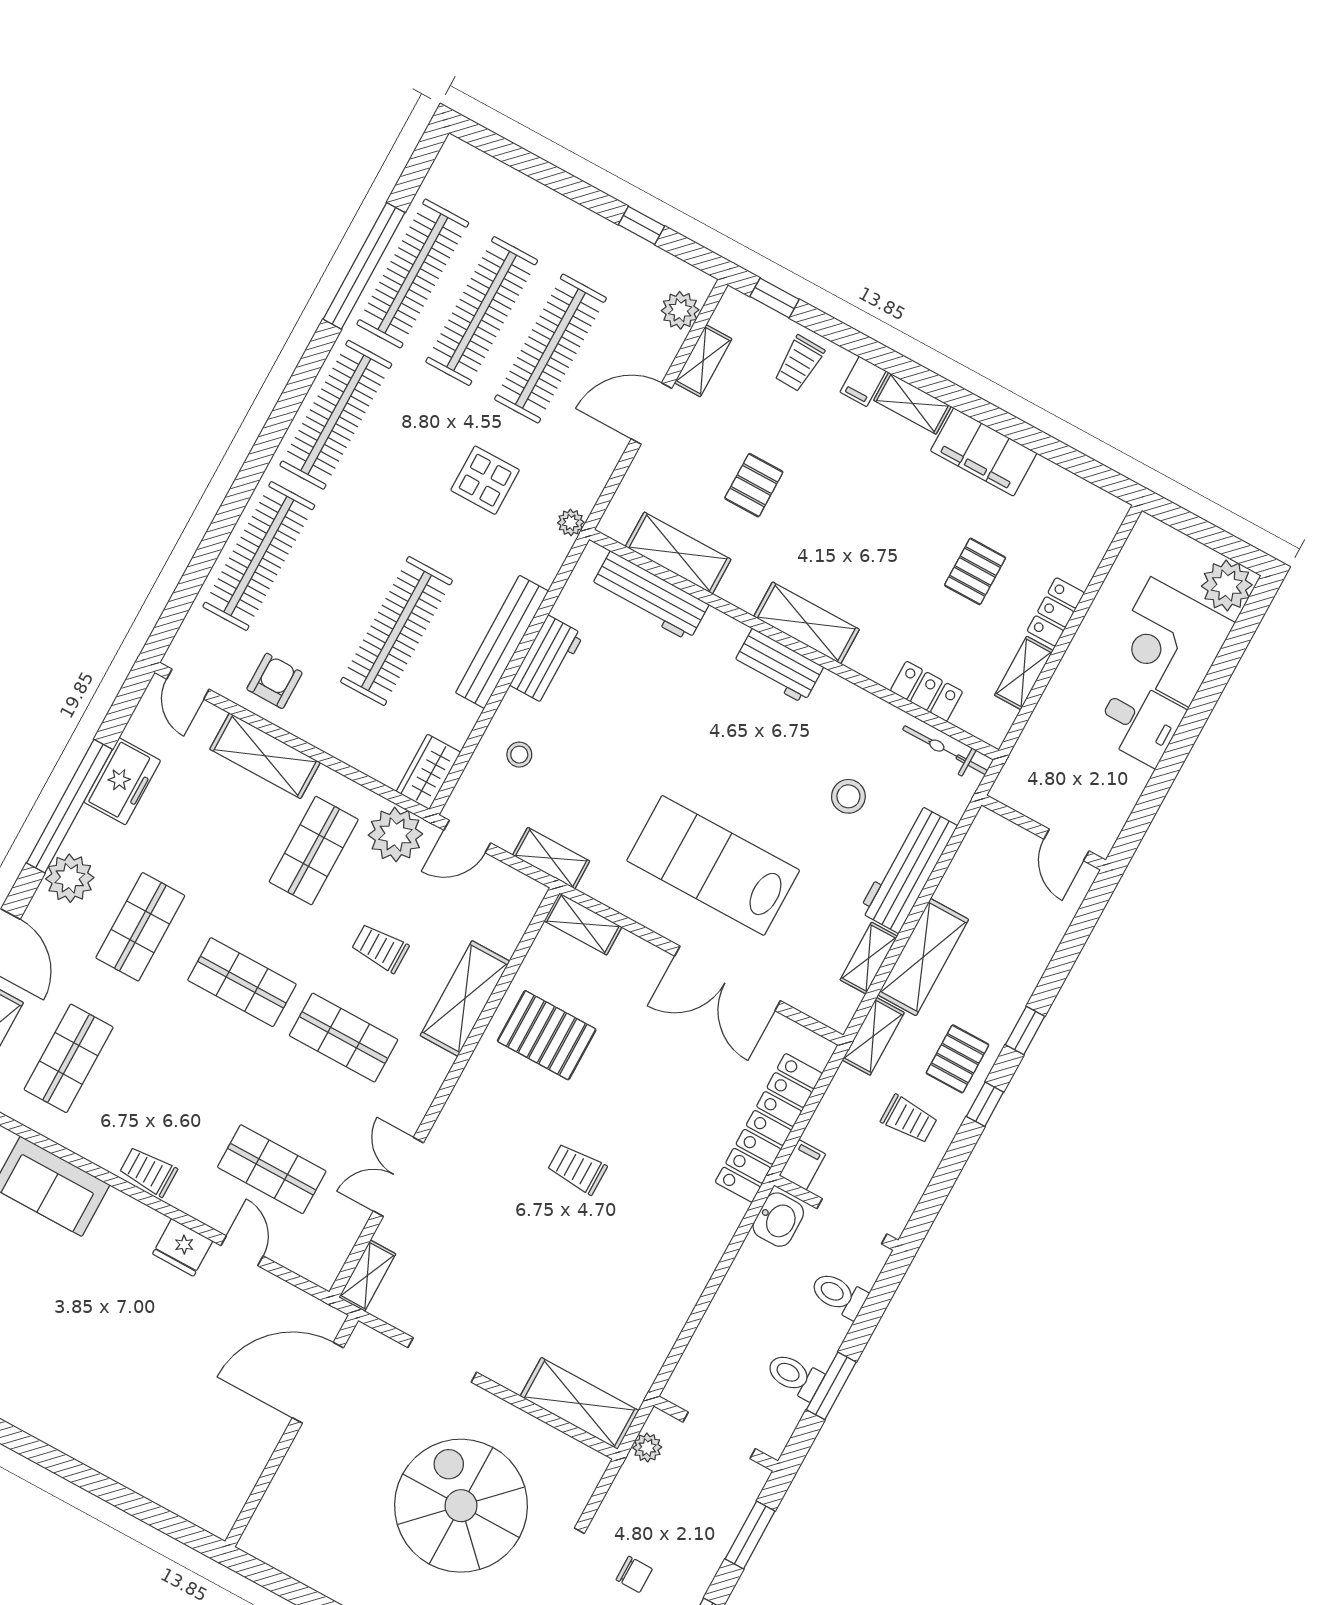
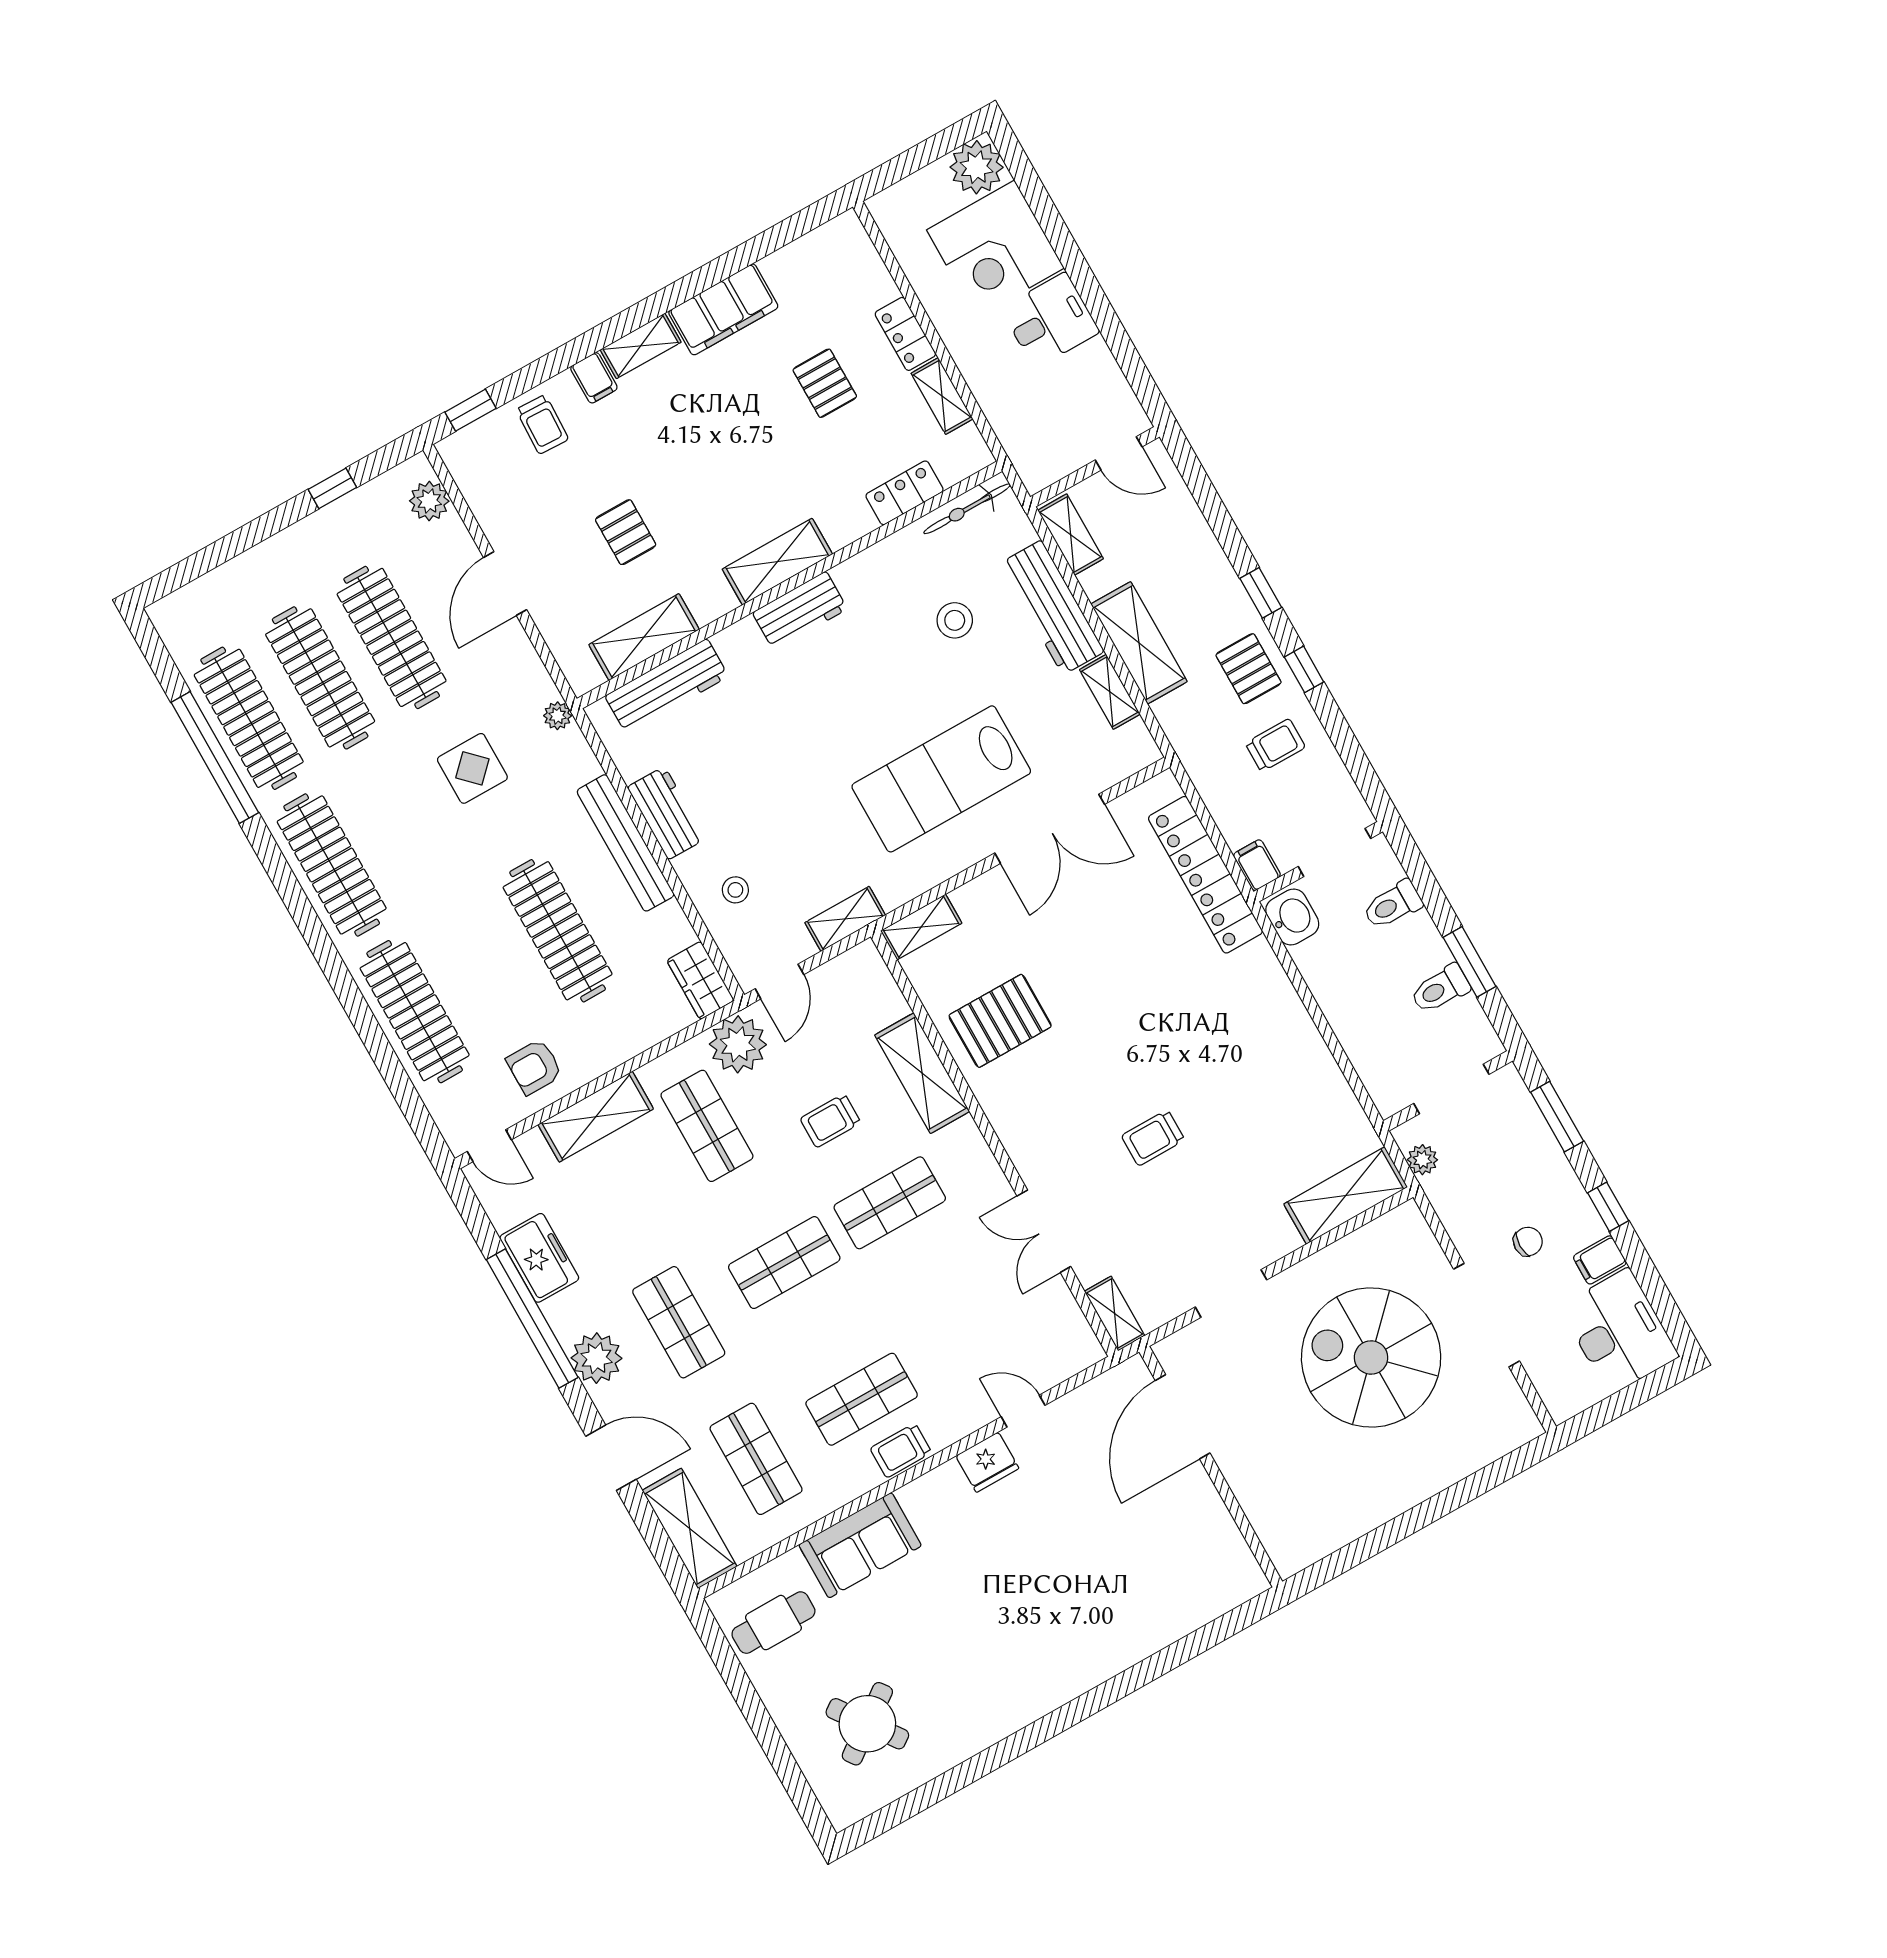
shelving: (703, 361) -> (487, 508), removed
armchair: (274, 681) -> (534, 1067), turned -90
shelving: (873, 1036) -> (1071, 535), moved
shop shelf: (272, 1169) -> (862, 1399), moved
trolley: (577, 1169) -> (1153, 1138), moved

